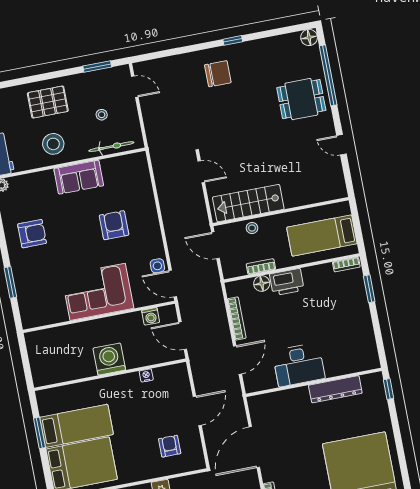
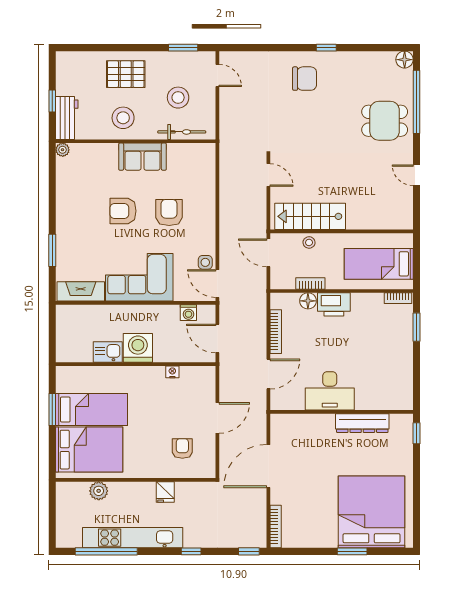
stool: (102, 115) -> (178, 98), width x1.89, depth x1.89
armchair: (32, 234) -> (123, 211), moved, turned 180
fireplace: (45, 316) -> (81, 291), added
kitchen sink: (81, 368) -> (108, 352), added

